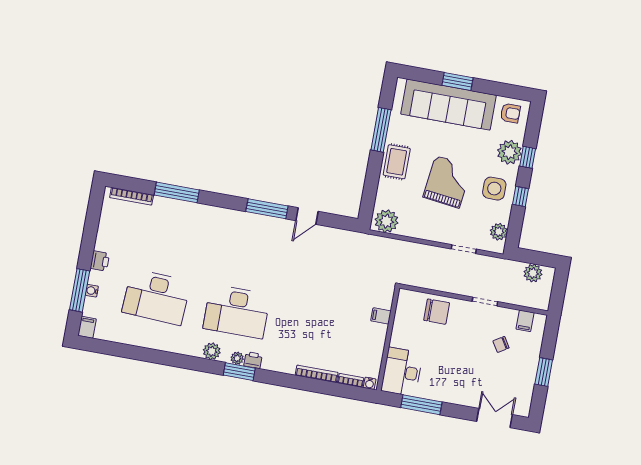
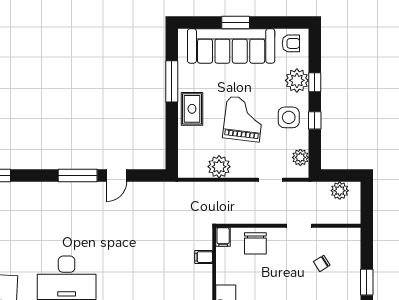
plant: (386, 221) -> (219, 167), moved
chair: (437, 312) -> (255, 243), turned 90
filing cabinet: (525, 321) -> (223, 237), moved

